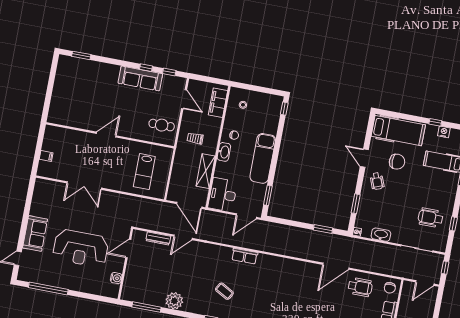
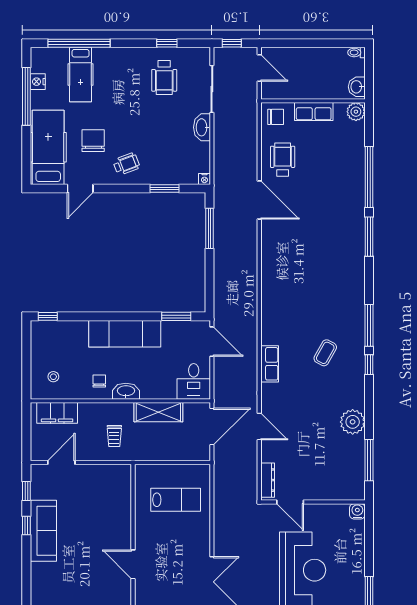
window: (435, 122) -> (26, 96), width x3.17
cafe table: (162, 125) -> (104, 488), removed
door: (364, 158) -> (80, 189), moved
desk: (223, 195) -> (194, 381), width x0.73
window: (323, 229) -> (210, 228), width x1.44
washbasin: (381, 235) -> (202, 127), moved
dresser: (158, 238) -> (268, 480), moved
row of seats: (245, 256) -> (270, 364), moved
water cooler: (116, 278) -> (357, 511), moved

